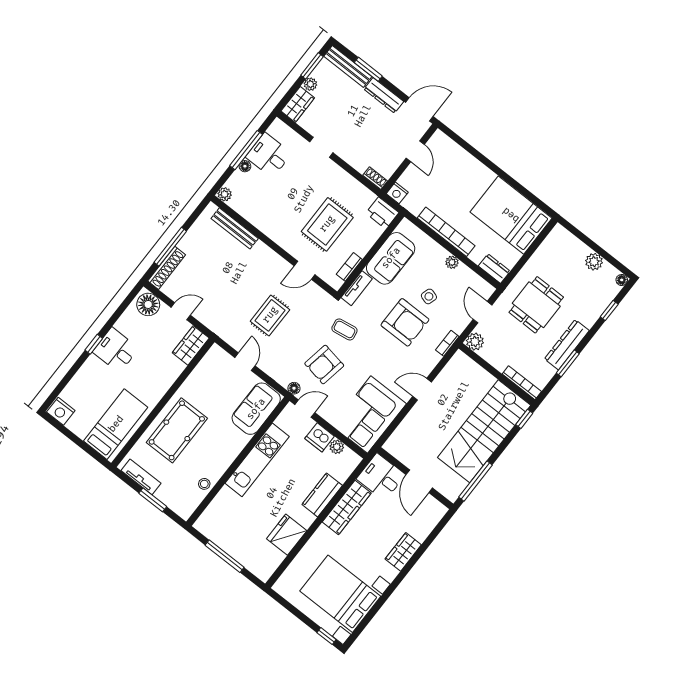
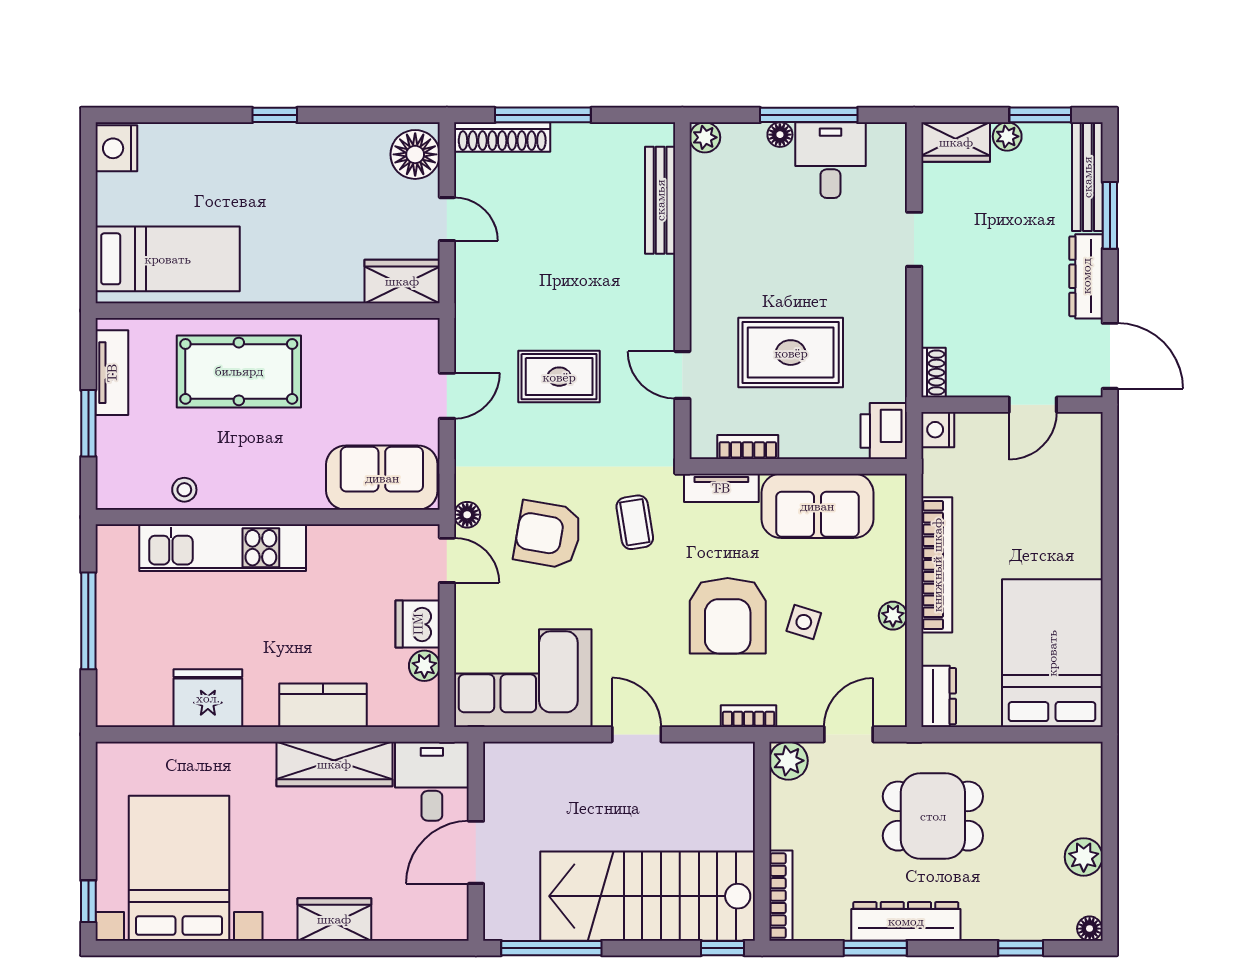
desk: (116, 350) -> (294, 160), removed
kitchen unit: (257, 460) -> (223, 548), moved

